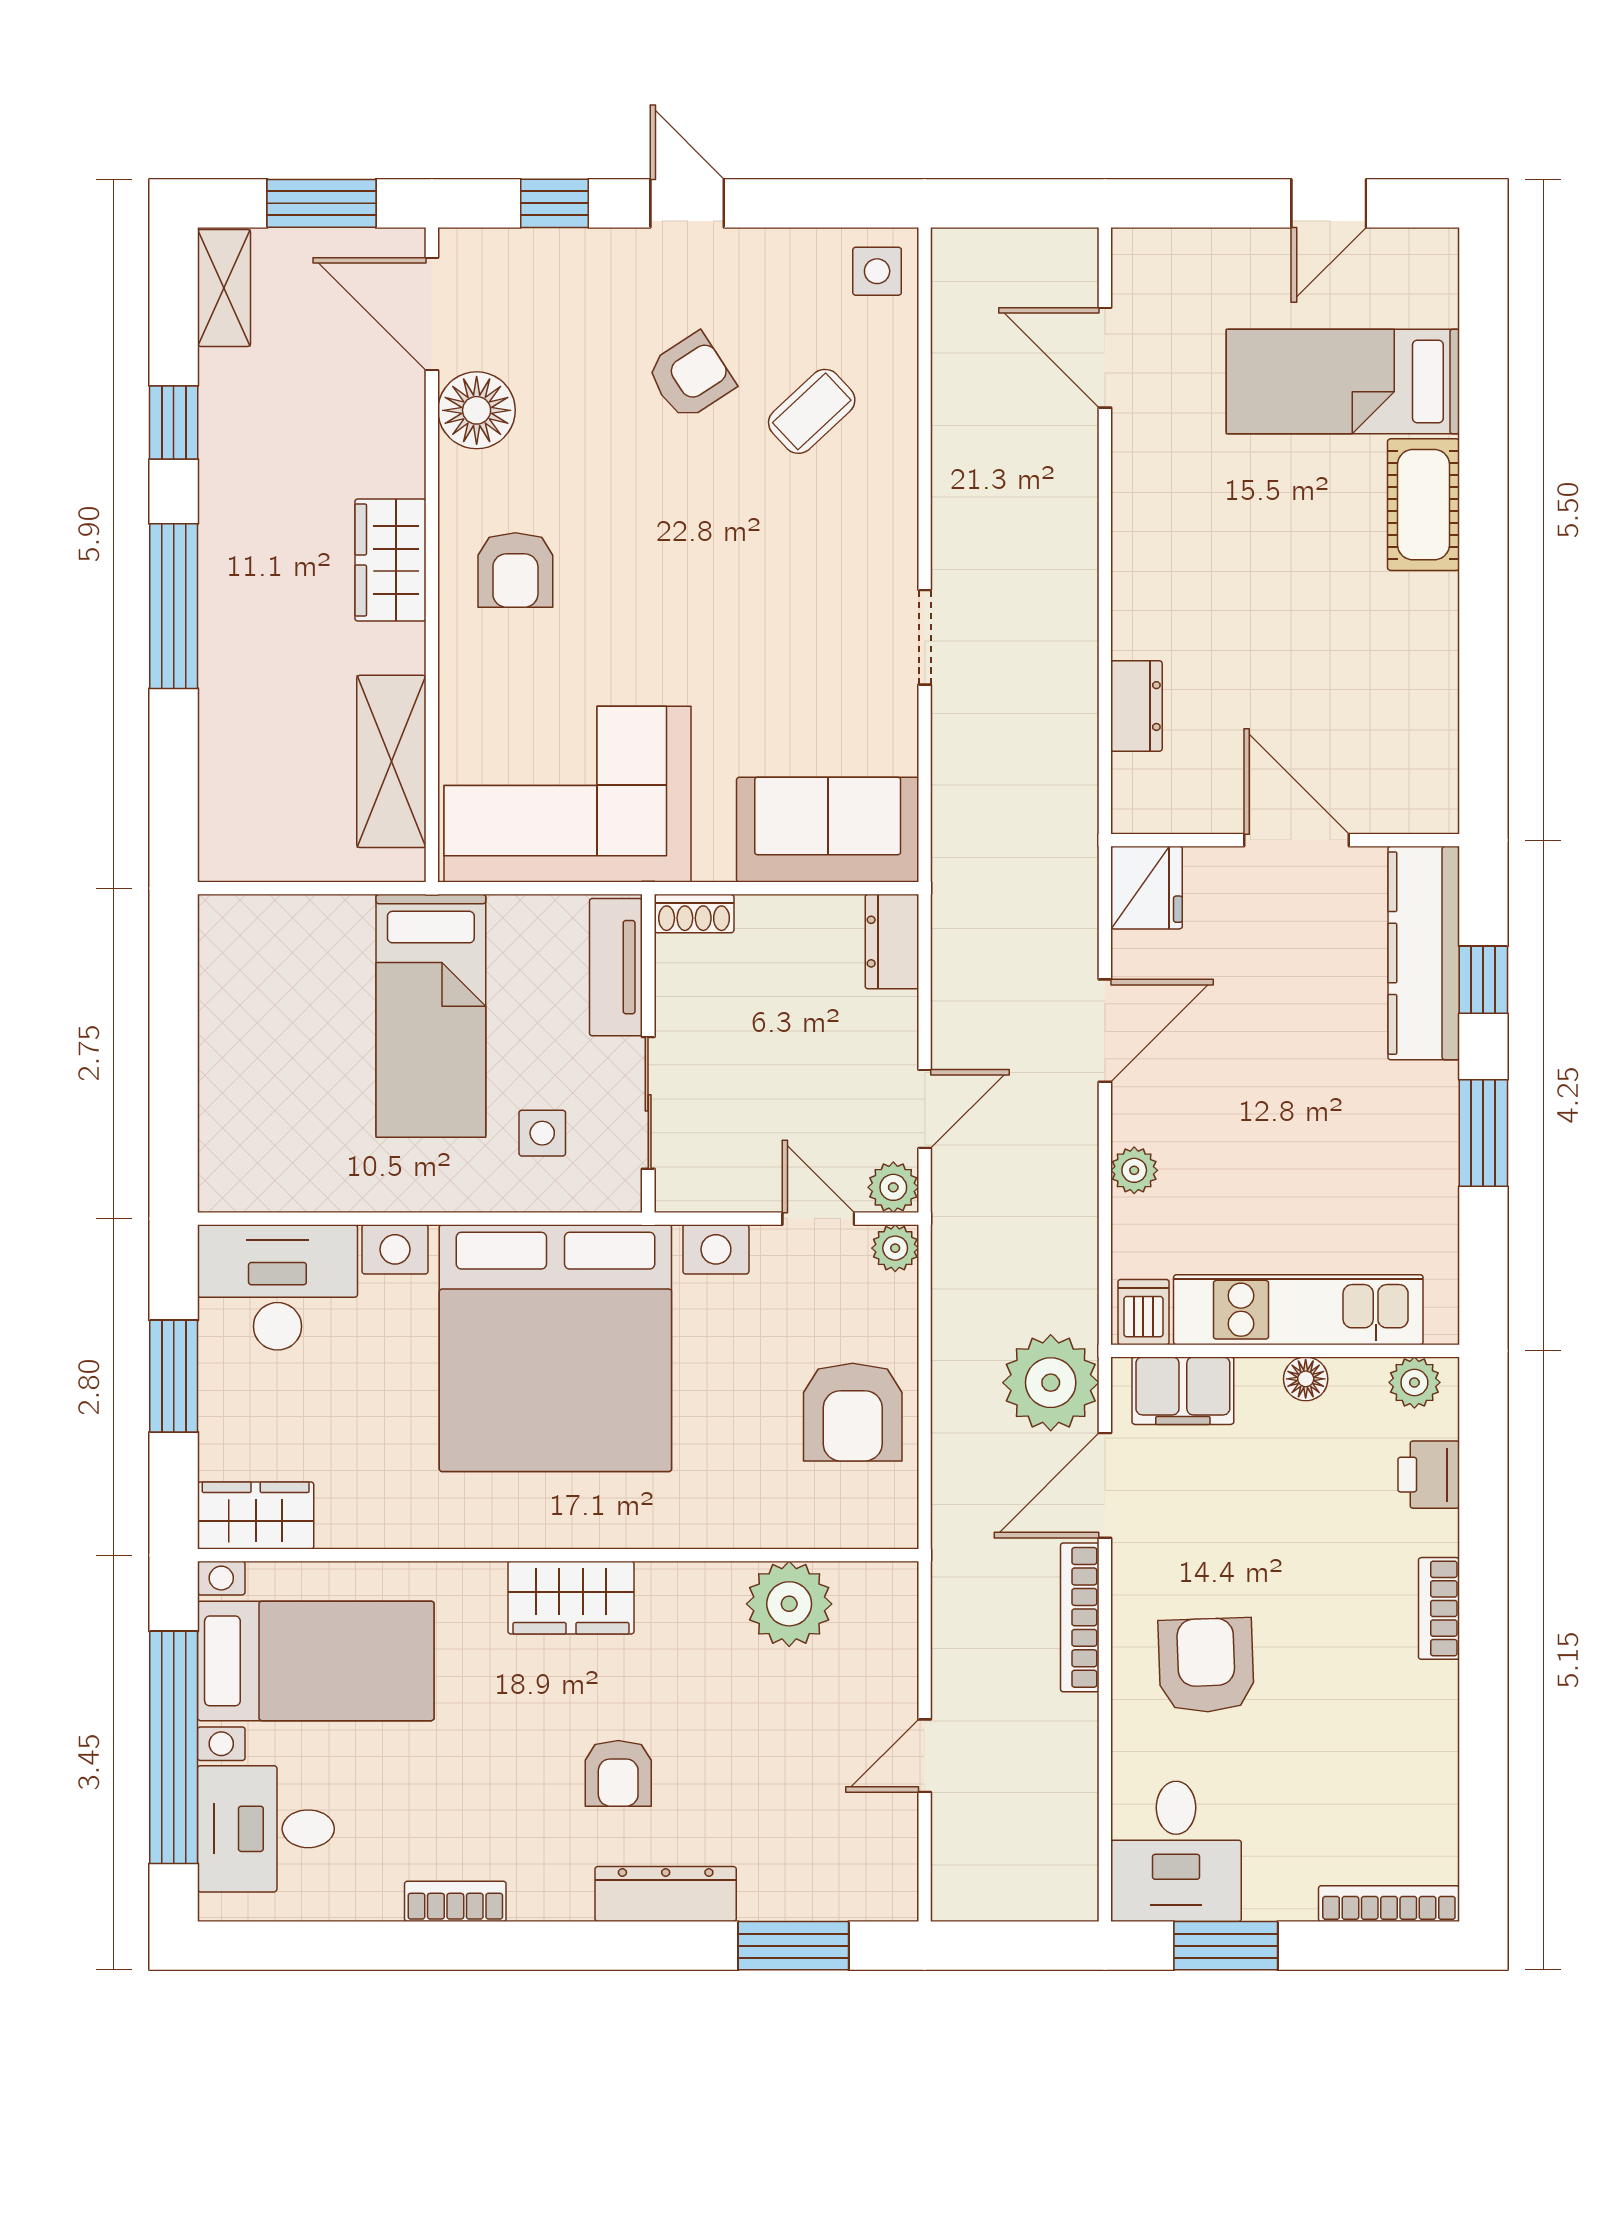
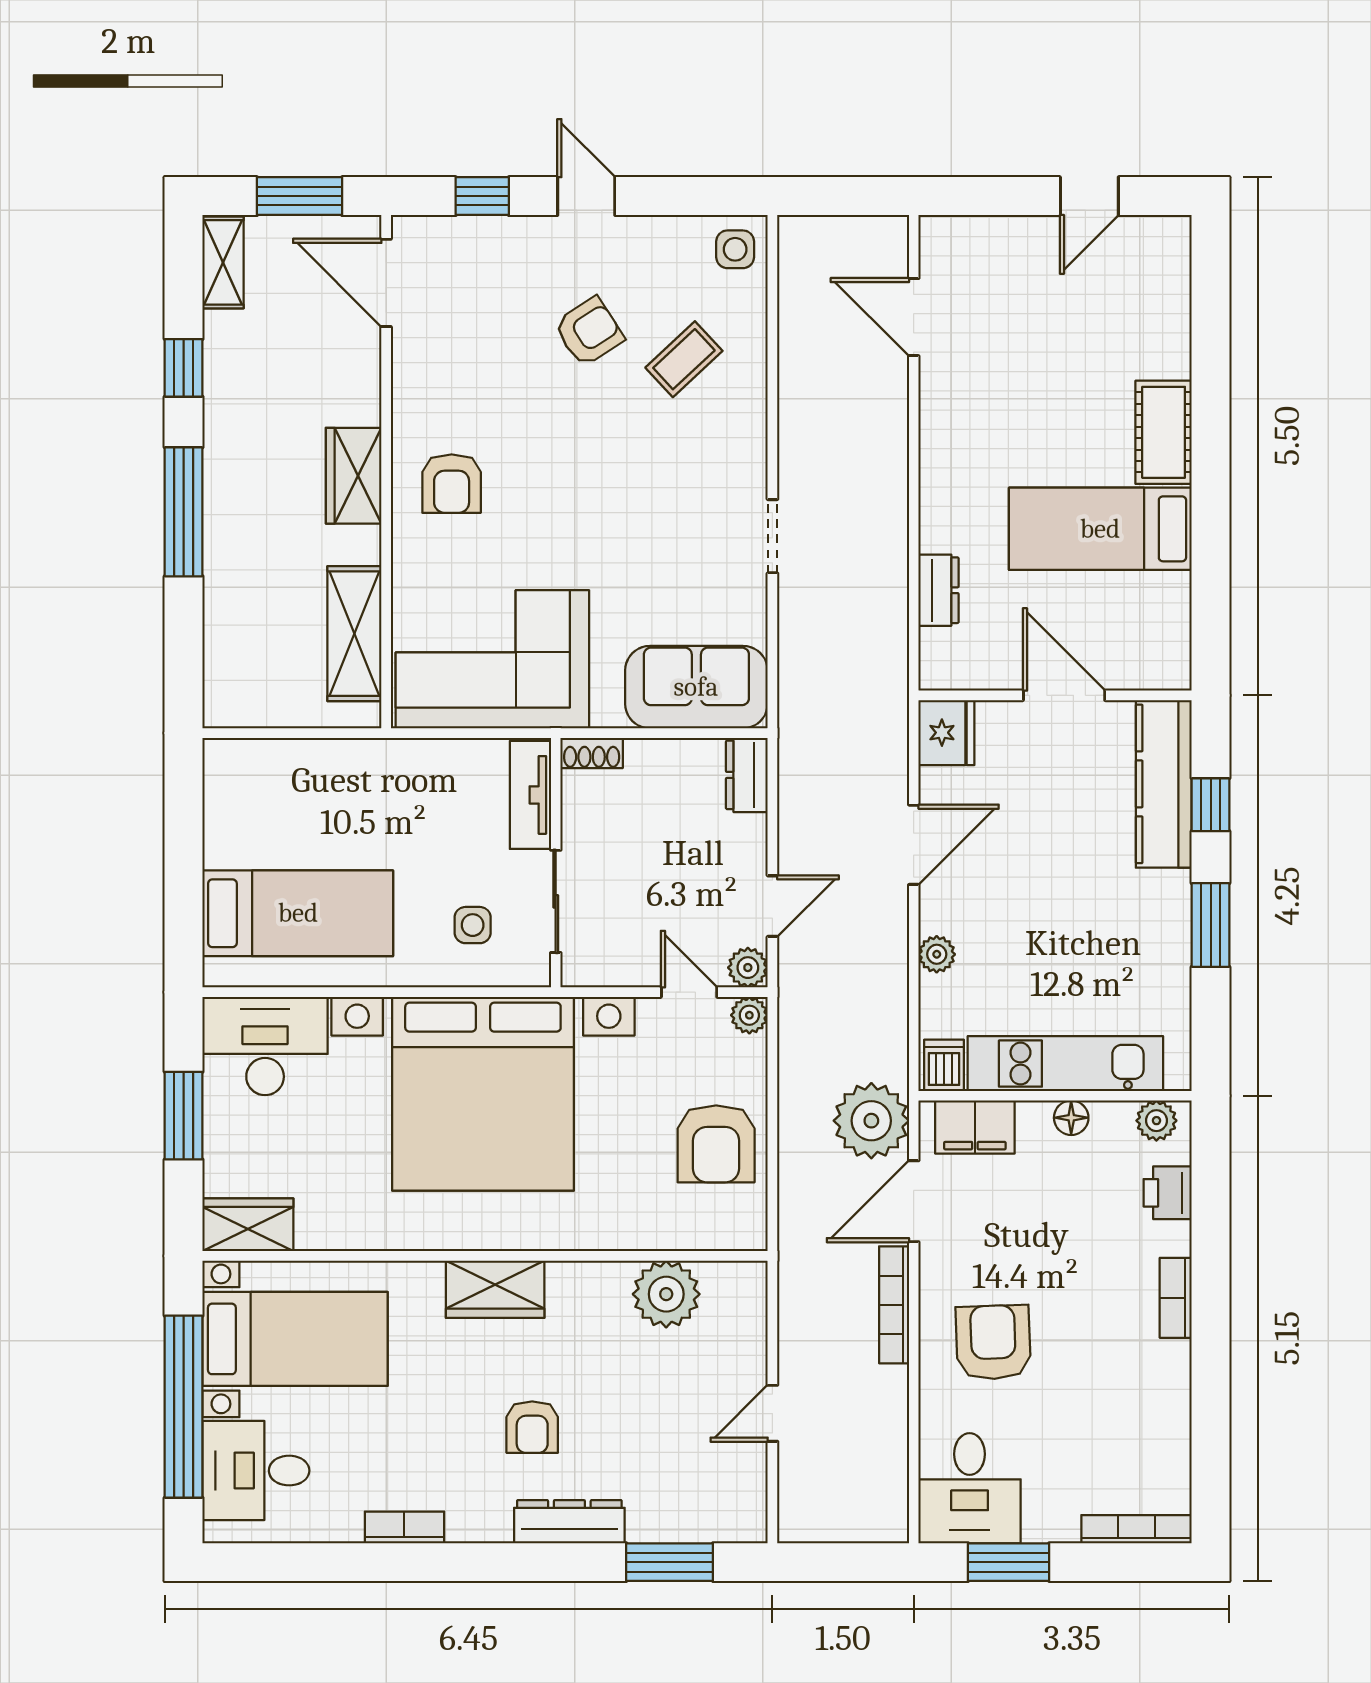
bed: (1343, 381) -> (1100, 529), moved
floor lamp: (477, 410) -> (421, 358), removed
bed: (431, 1016) -> (298, 913), moved, turned -90

